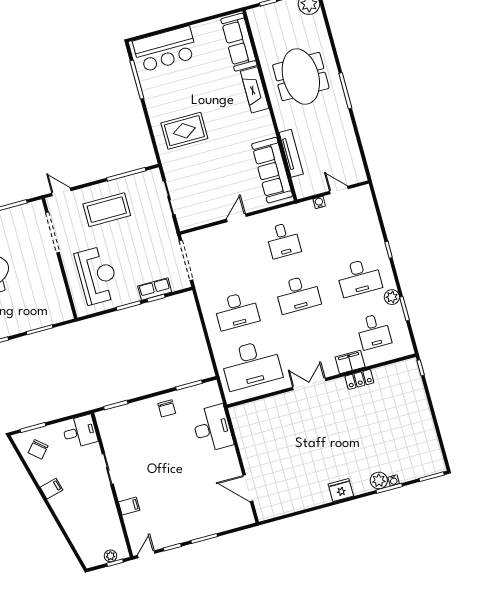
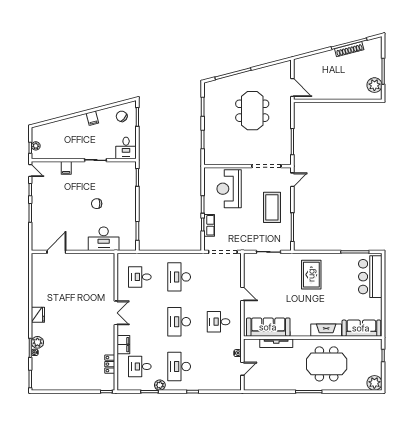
reception desk: (97, 275) -> (229, 189), turned 90
desk: (251, 365) -> (140, 277), width x0.53, depth x0.77
locker: (359, 379) -> (110, 364), moved
chair: (167, 408) -> (97, 204), moved

